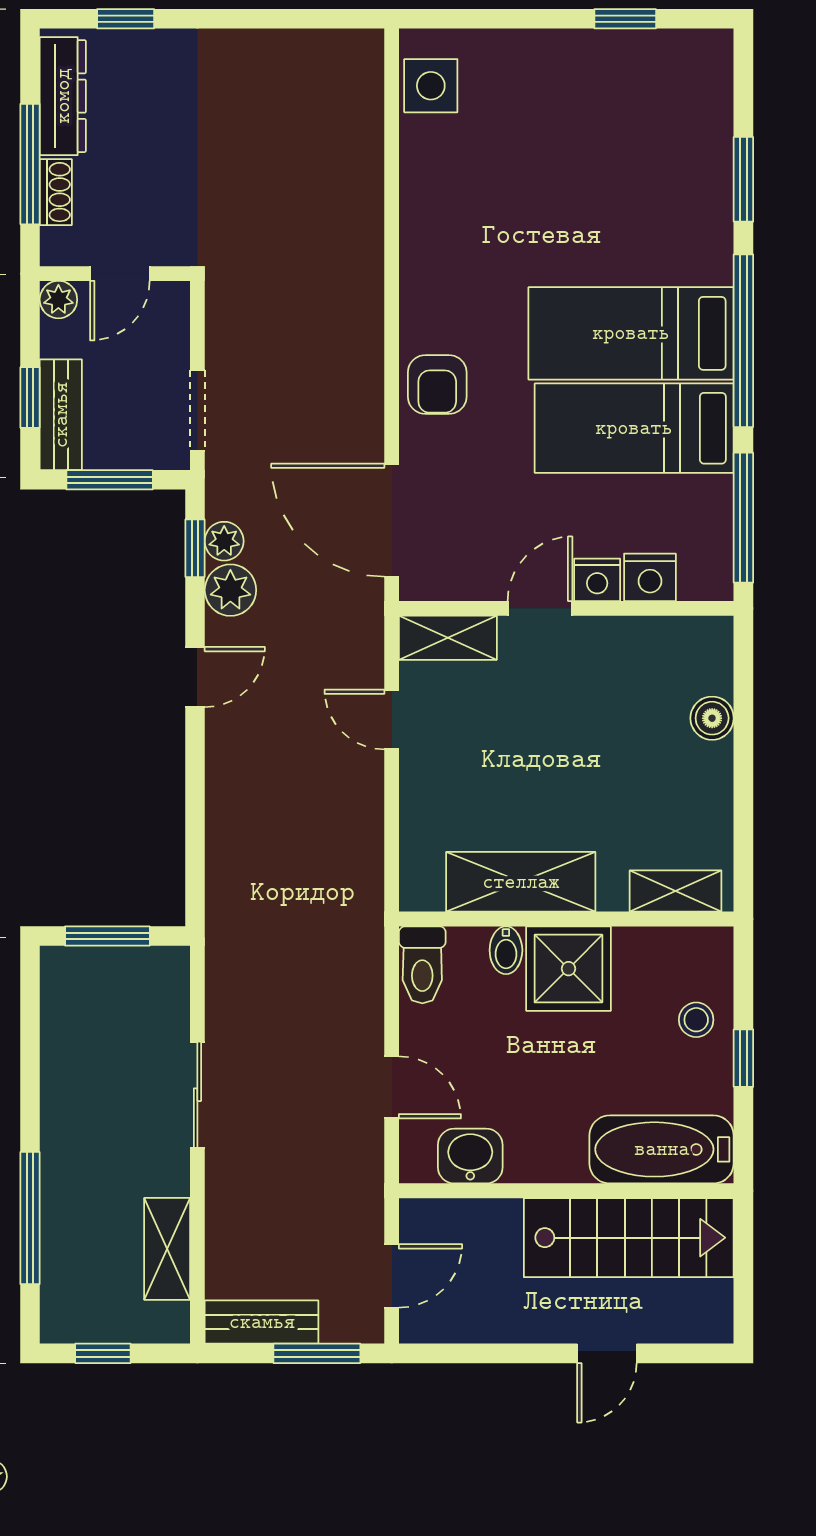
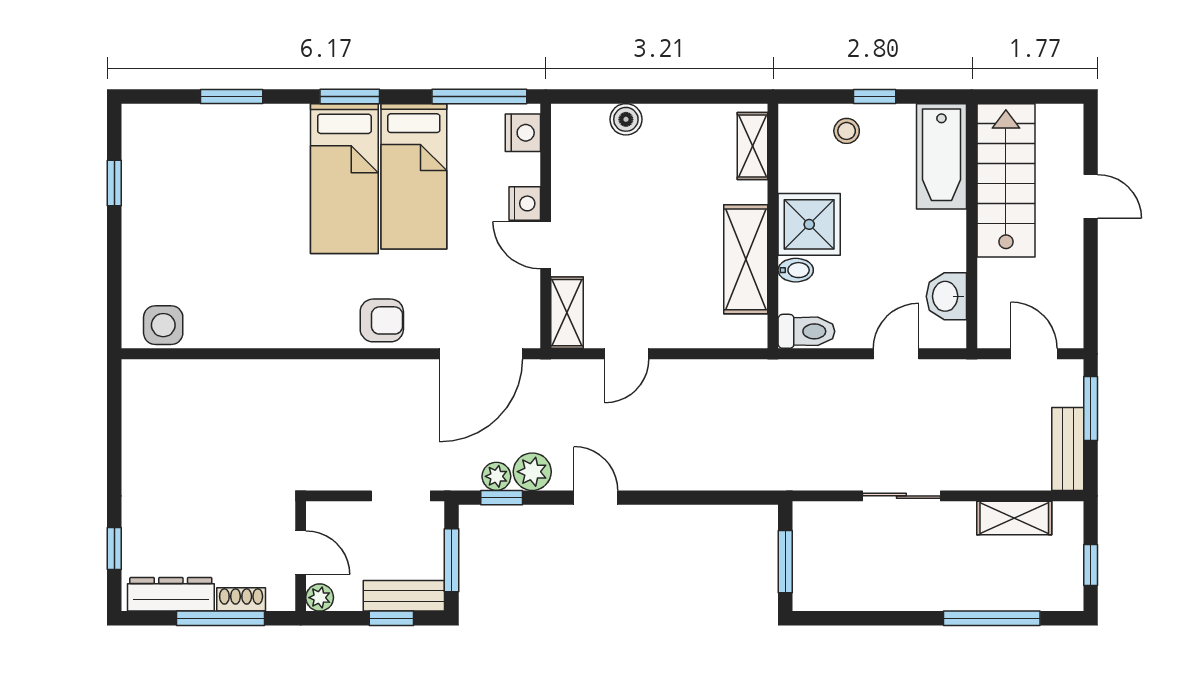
window: (743, 341) -> (350, 96), width x0.47
nightstand: (650, 577) -> (523, 133), moved

